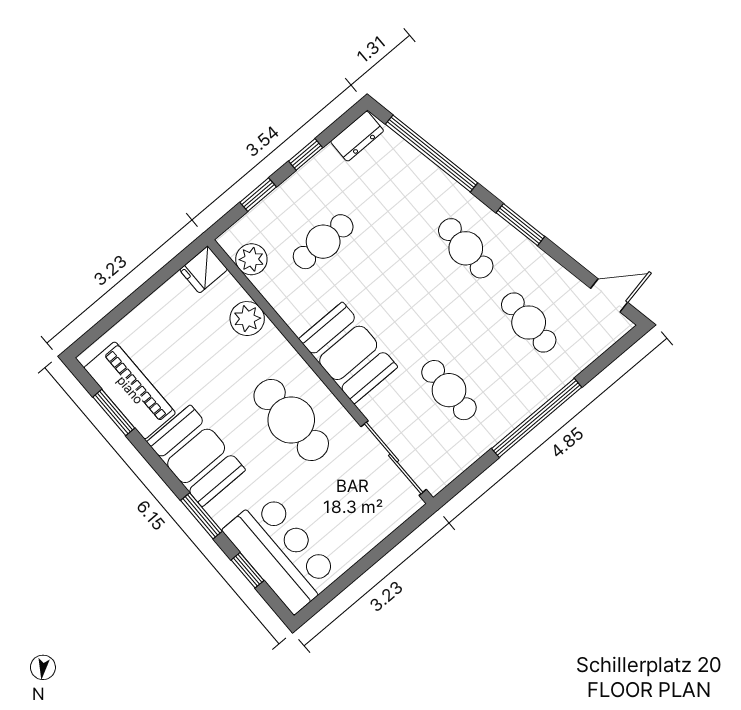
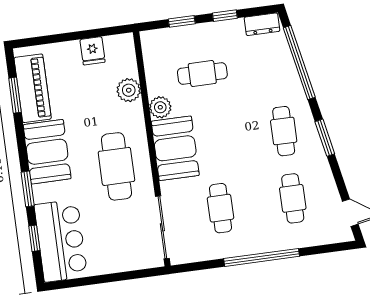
plant: (251, 259) -> (160, 107), moved
fridge: (204, 270) -> (93, 51), moved, turned -90

